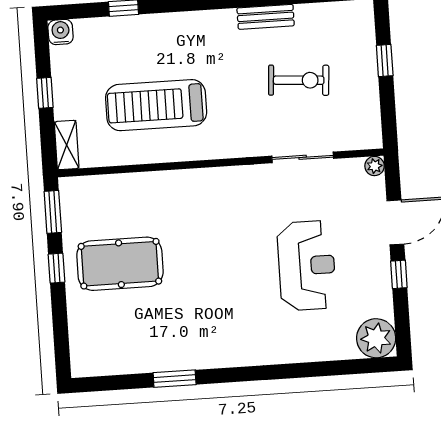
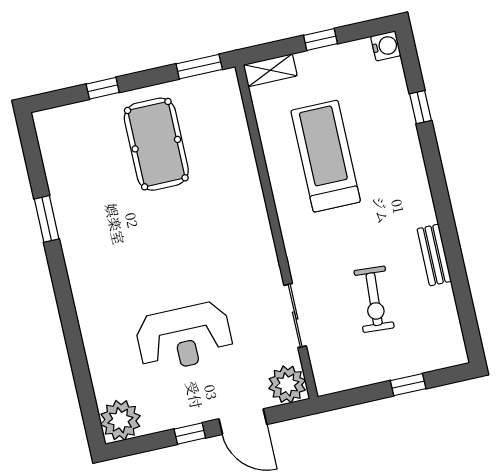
plant: (375, 166) -> (287, 384), width x1.88, depth x1.88
window: (57, 268) -> (103, 88), moved

